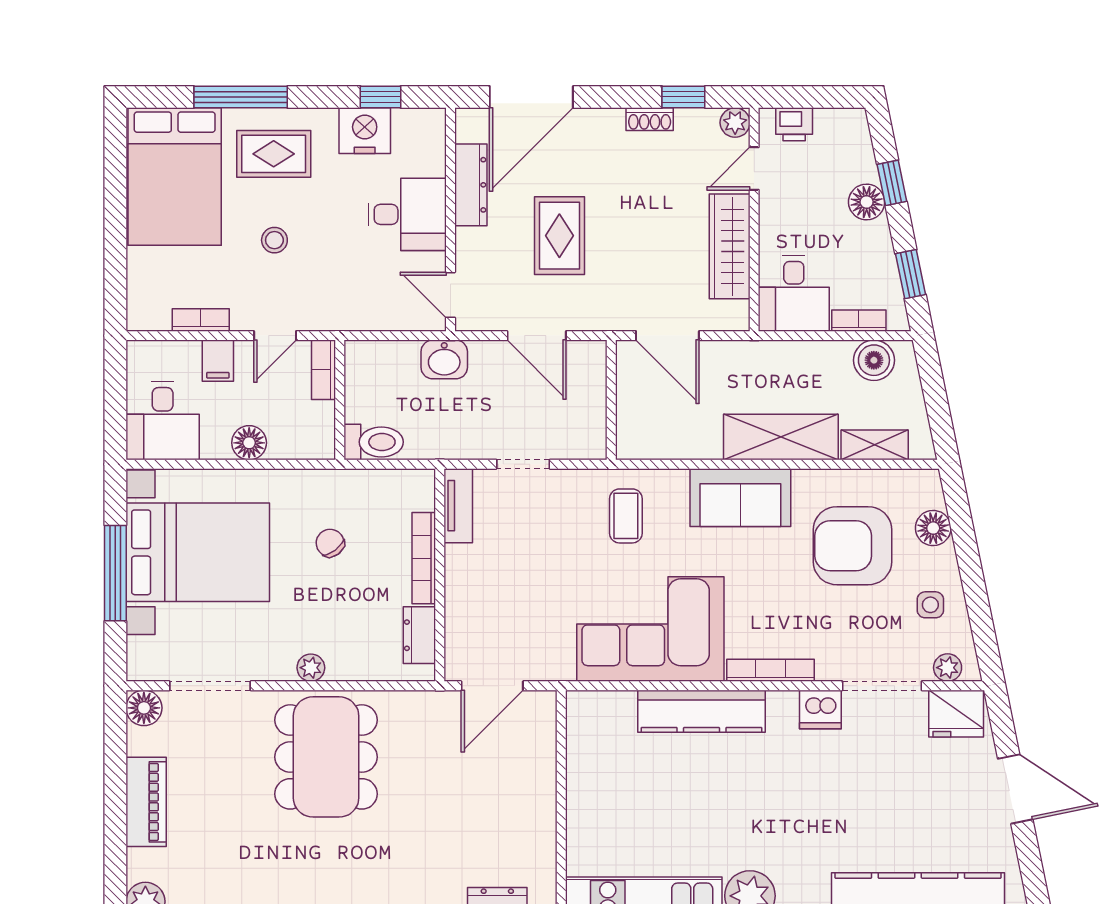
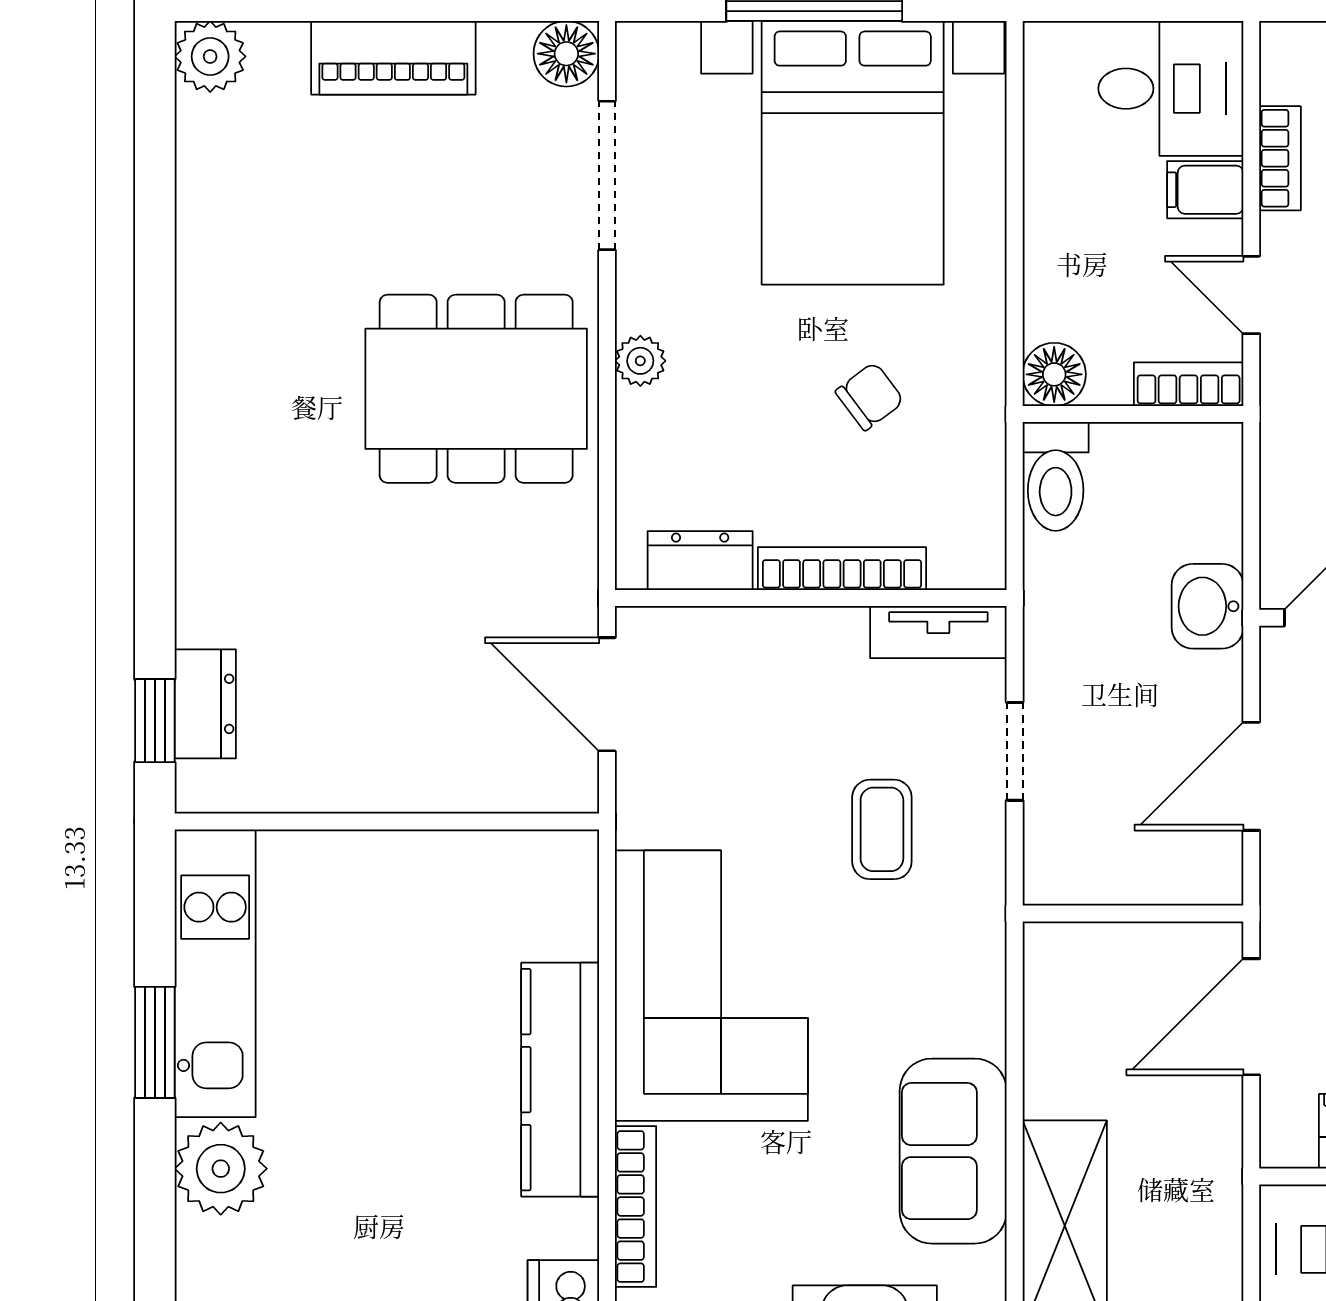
desk: (163, 421) -> (1171, 89), moved, turned 180
floor lamp: (249, 443) -> (1054, 374), moved
coffee table: (626, 516) -> (882, 829), moved, turned 90

